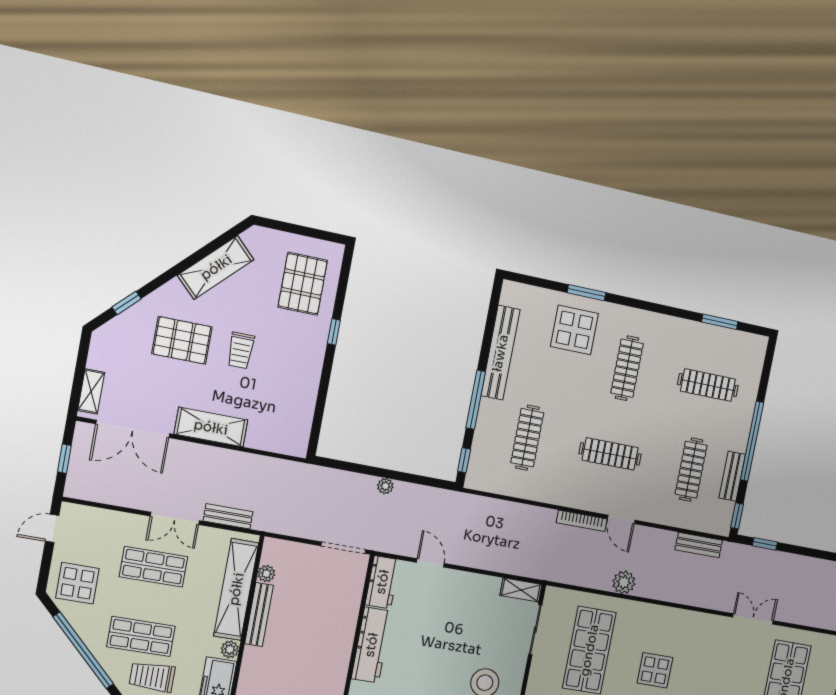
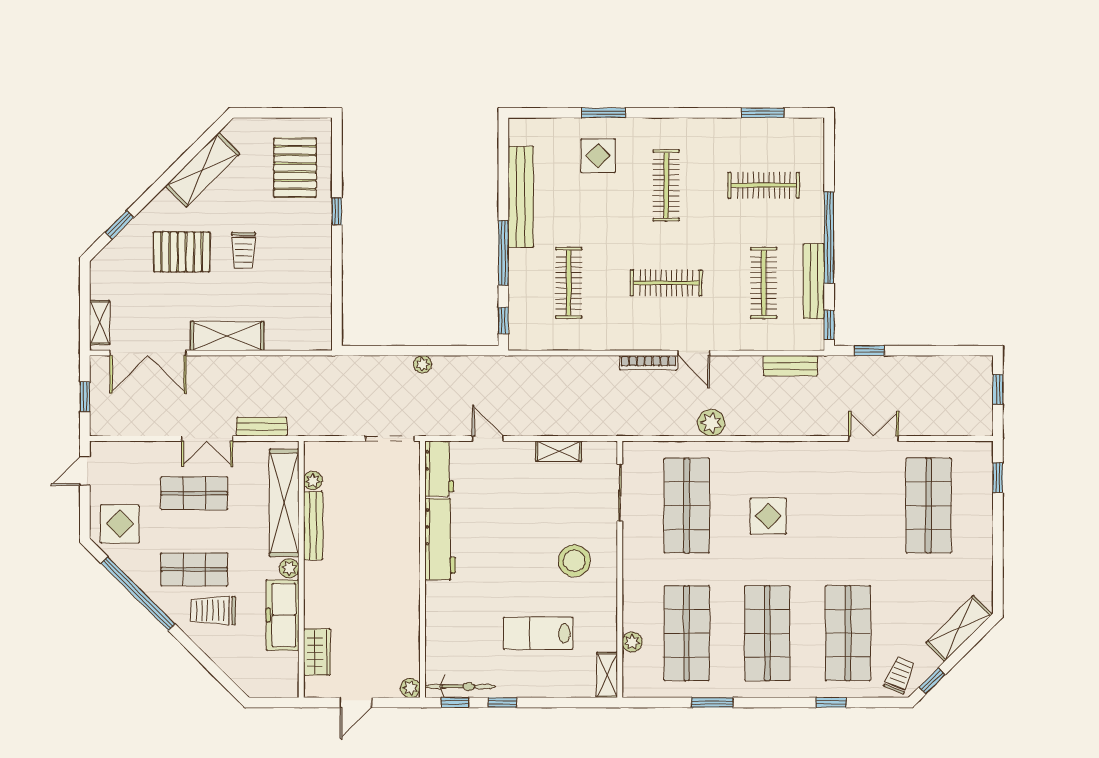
display table: (574, 330) -> (598, 156), width x0.73, depth x0.73
bench: (732, 476) -> (814, 281), width x1.36
shelving: (521, 590) -> (559, 451), moved

